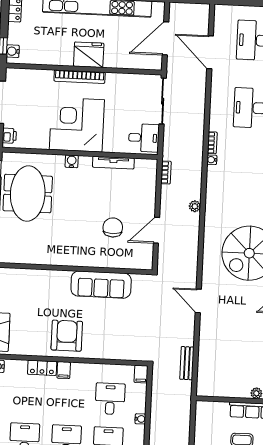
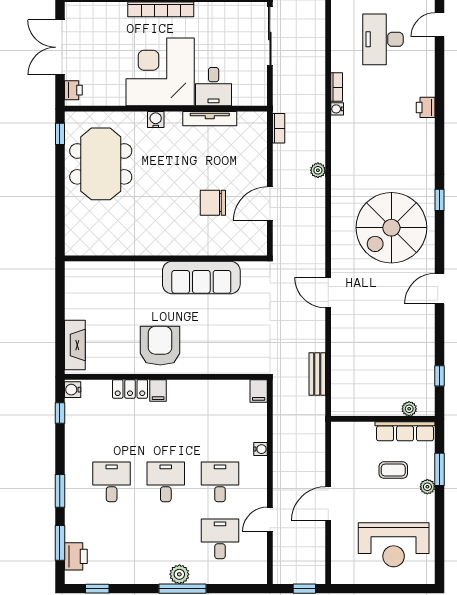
desk: (144, 138) -> (214, 87), moved, turned 90
chair: (113, 227) -> (213, 203), turned -90
desk: (110, 399) -> (220, 425), removed

